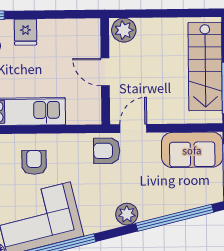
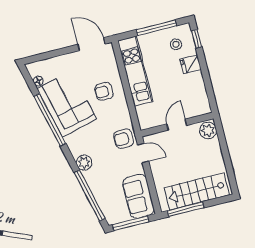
armchair: (107, 151) -> (124, 139), turned -90
armchair: (34, 162) -> (104, 91), turned 180

